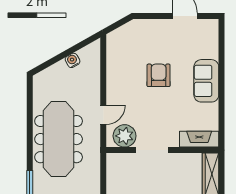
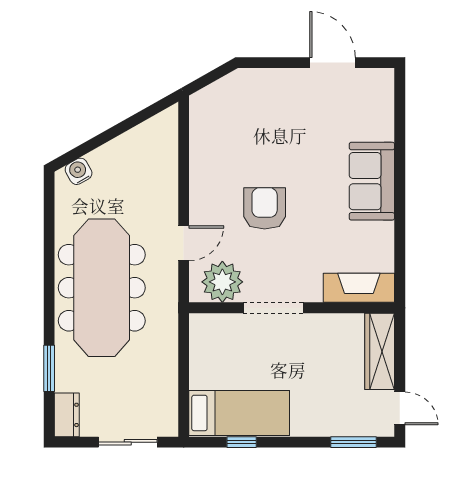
water cooler: (73, 60) -> (79, 171), moved
armchair: (159, 75) -> (265, 208), moved

